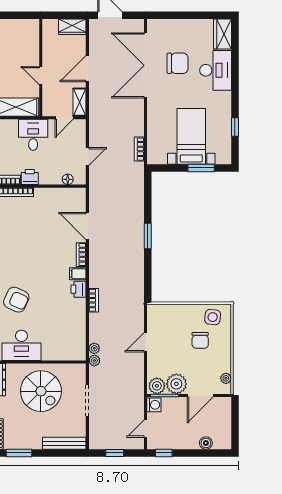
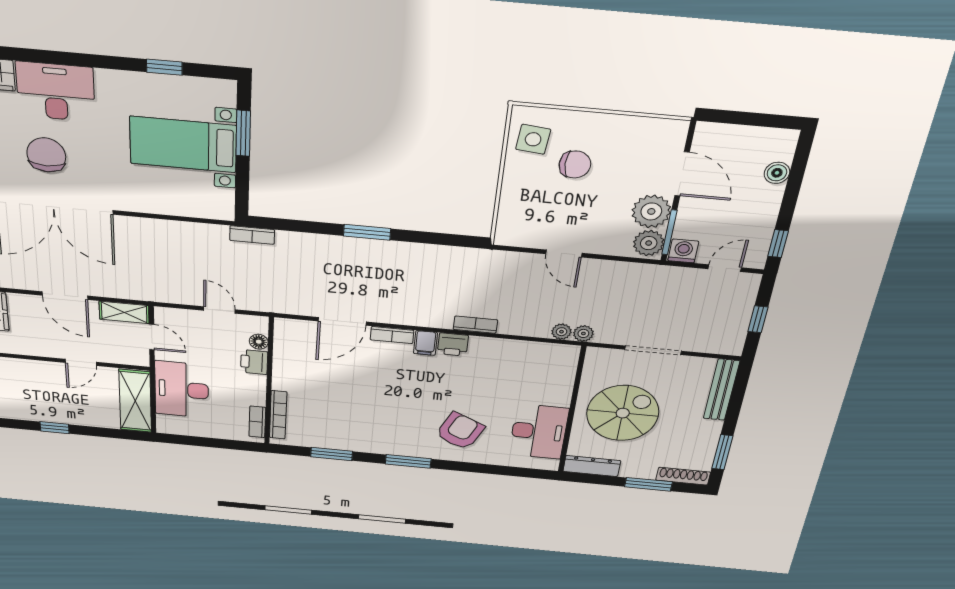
desk: (33, 135) -> (182, 389), width x1.37
bookcase: (139, 149) -> (252, 235), moved
printer: (30, 177) -> (254, 362), moved
plant: (226, 378) -> (658, 127), removed
door: (145, 429) -> (725, 268), swing flipped

